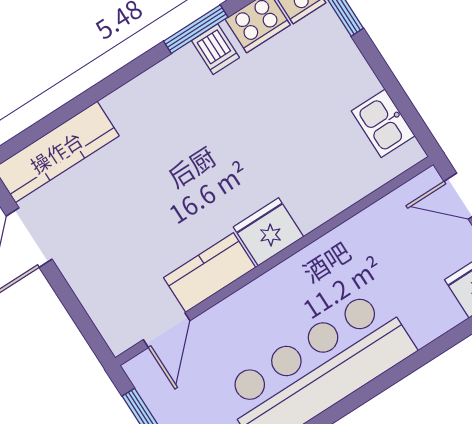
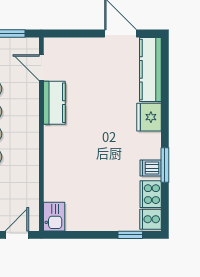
kitchen sink: (383, 123) -> (54, 217), moved, turned 90
fridge: (269, 232) -> (149, 117), moved, turned 180

